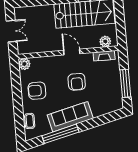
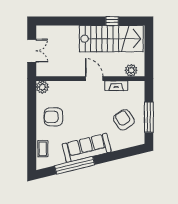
fireplace: (104, 56) -> (116, 86), moved
armchair: (77, 82) -> (124, 120), moved, turned 147

